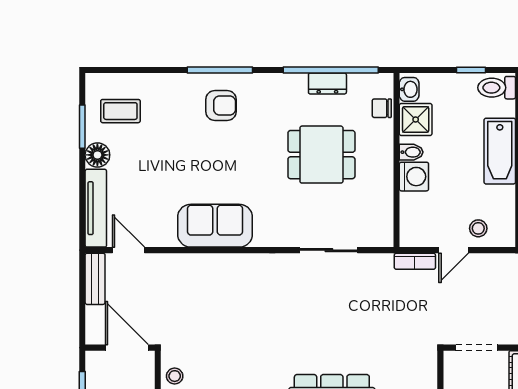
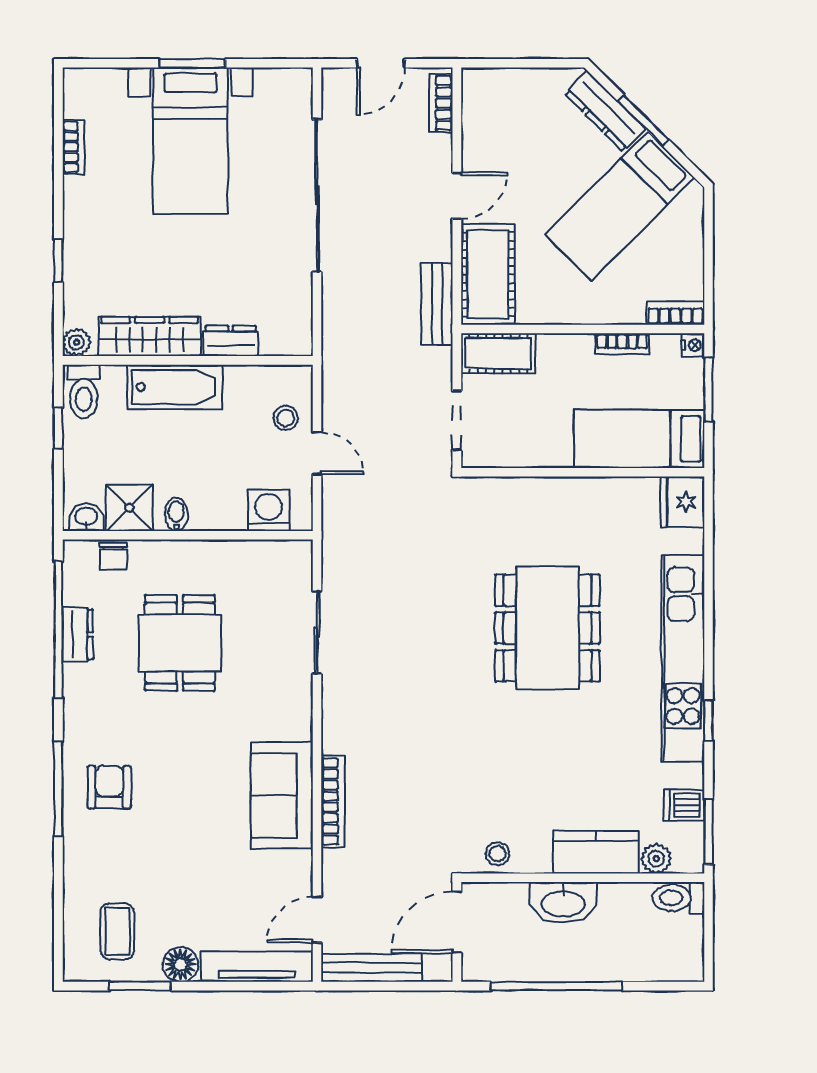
washing machine: (414, 177) -> (269, 510), moved
bookcase: (415, 261) -> (333, 802), moved, width x1.56
bench: (95, 279) -> (372, 968), width x1.36

